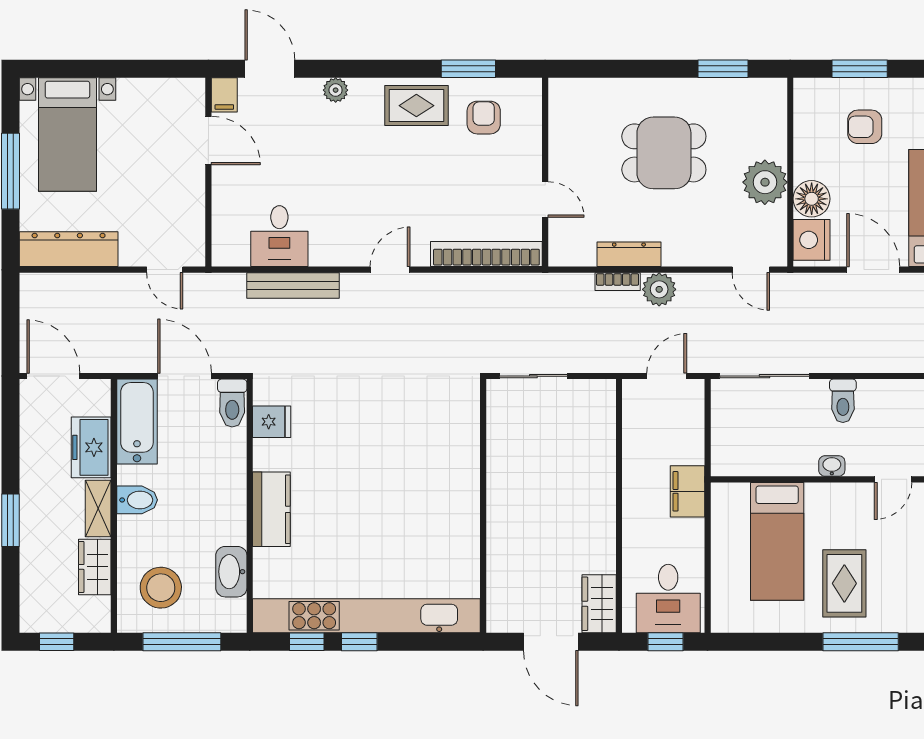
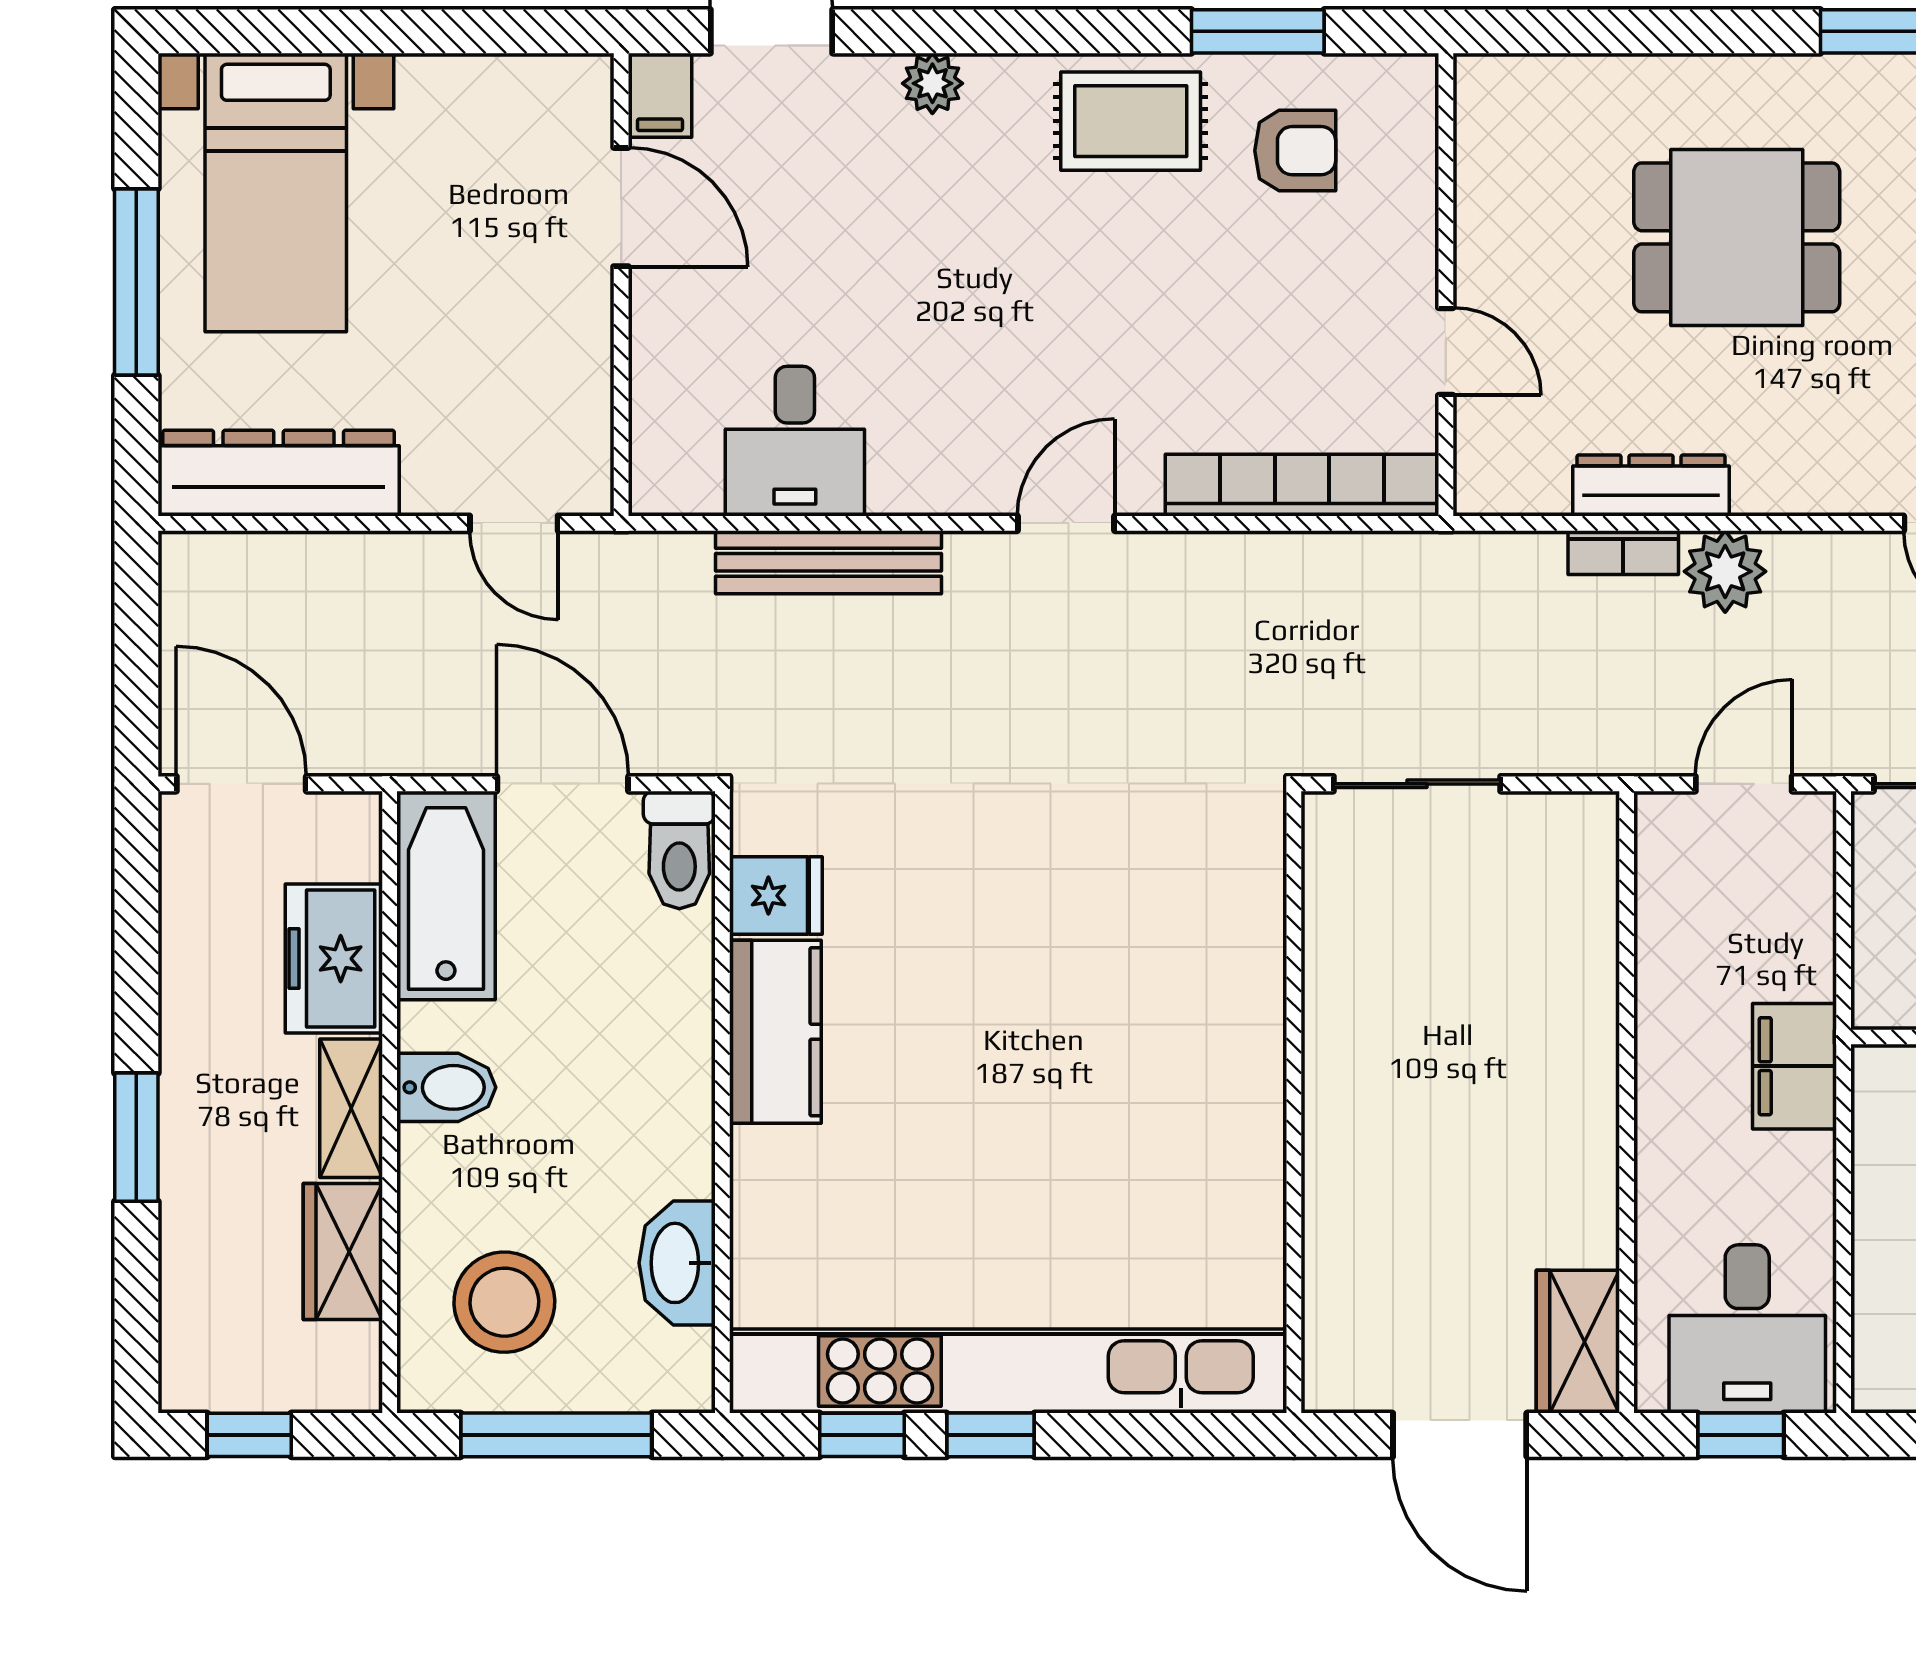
armchair: (484, 118) -> (1295, 151), turned 90
kitchen counter: (271, 509) -> (775, 1032), moved

